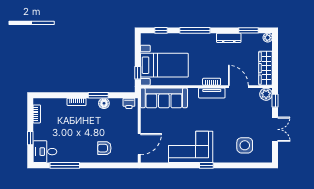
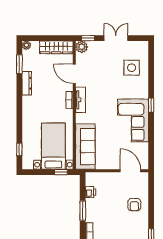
window: (195, 30) -> (19, 116), removed
door: (238, 87) -> (74, 74), hinge flipped
floor lamp: (104, 103) -> (91, 205), removed
printer: (129, 103) -> (91, 192), moved

